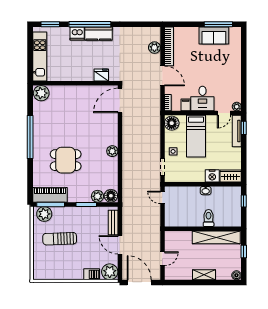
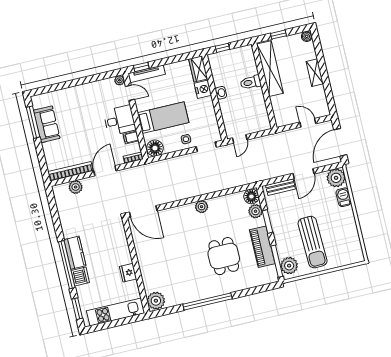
fridge: (101, 75) -> (128, 273), moved
piano: (50, 195) -> (262, 247), moved
sun lounger: (60, 239) -> (313, 242), width x1.36, depth x1.34

